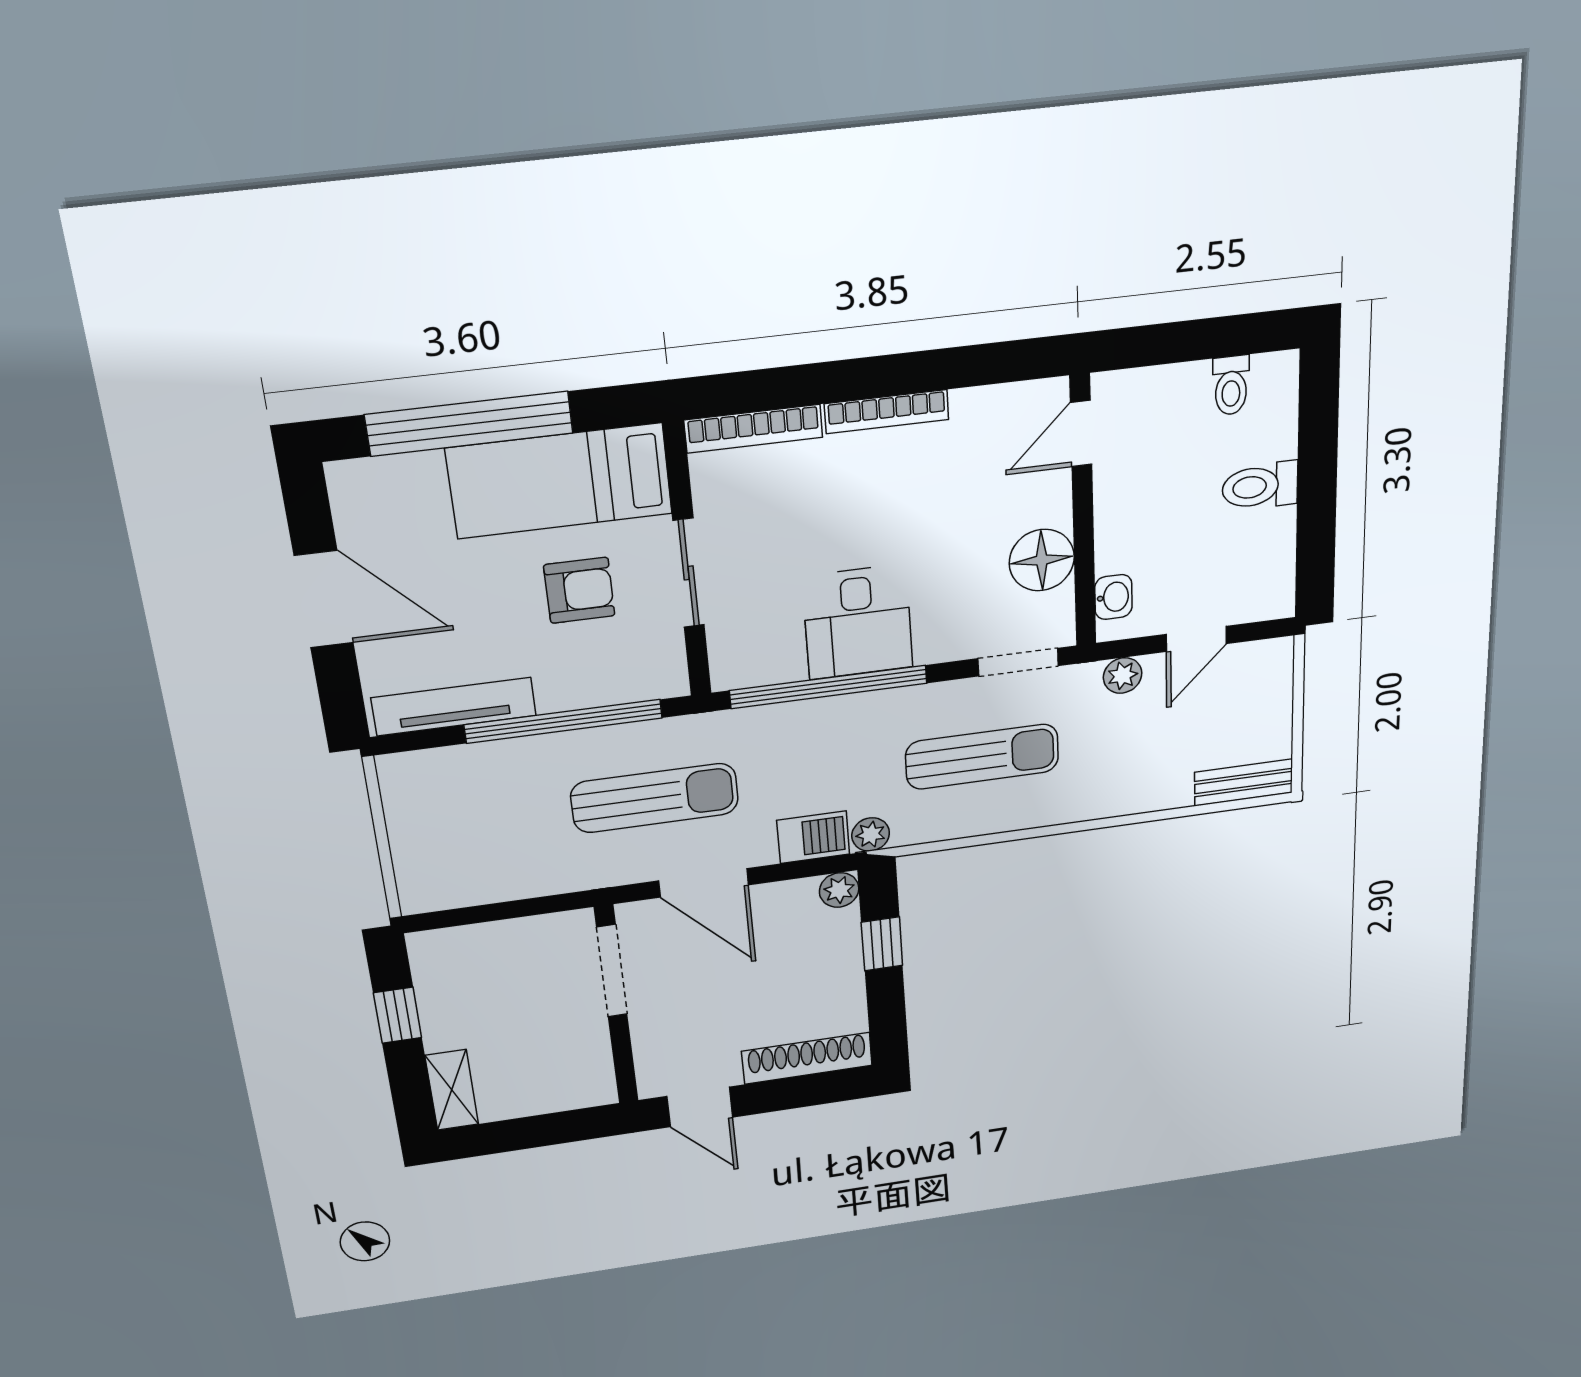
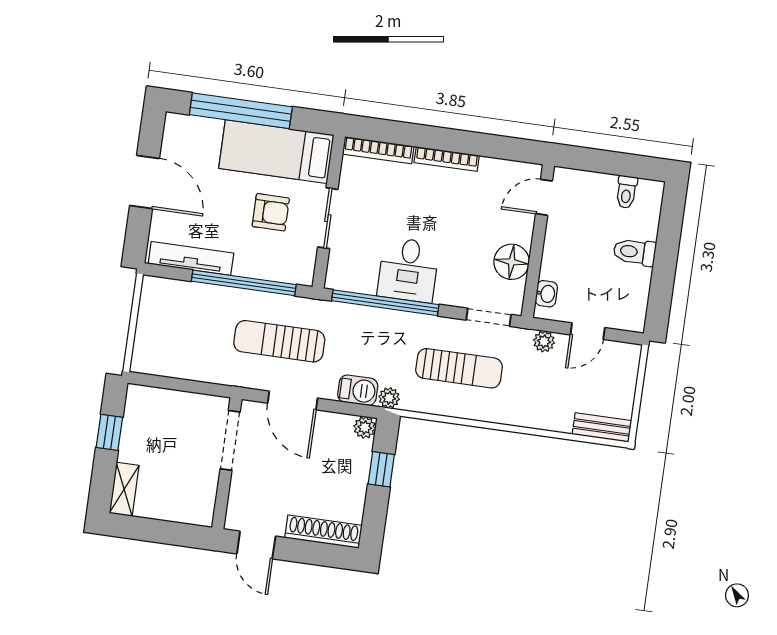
sun lounger: (655, 798) -> (279, 341), turned 180

